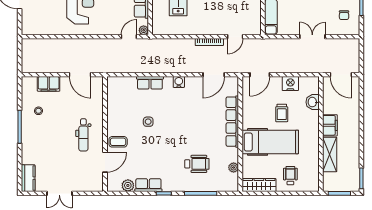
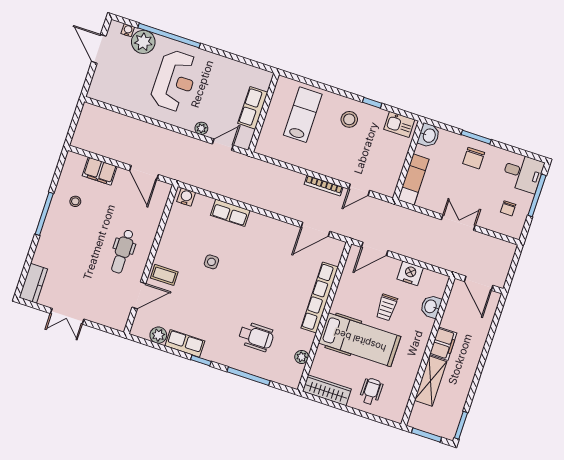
plant: (144, 30) -> (201, 128), moved
water cooler: (179, 82) -> (186, 197), moved

